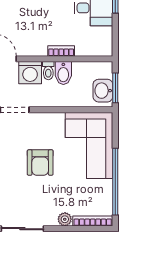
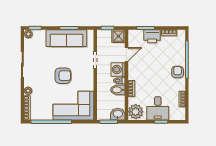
plant: (99, 44) -> (136, 112), added
washbasin: (103, 91) -> (118, 114), moved
armchair: (40, 163) -> (63, 76), turned 180

